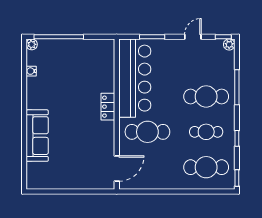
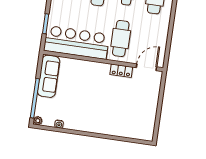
locker: (108, 107) -> (121, 71), moved
sofa: (37, 136) -> (49, 76), moved, turned 90
door: (117, 169) -> (146, 67), hinge flipped

